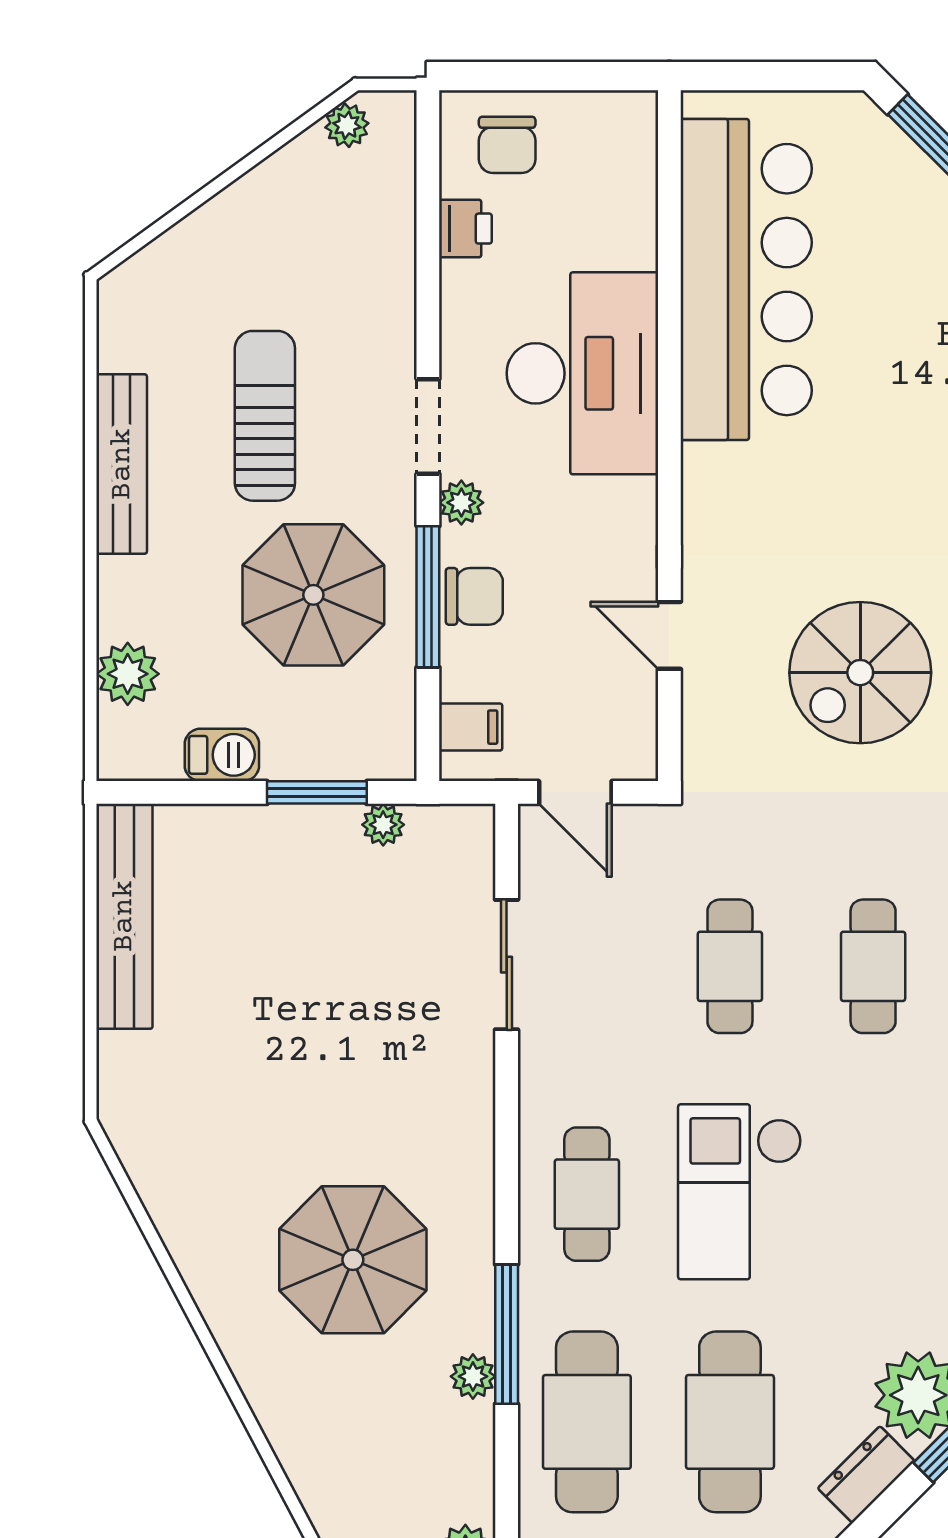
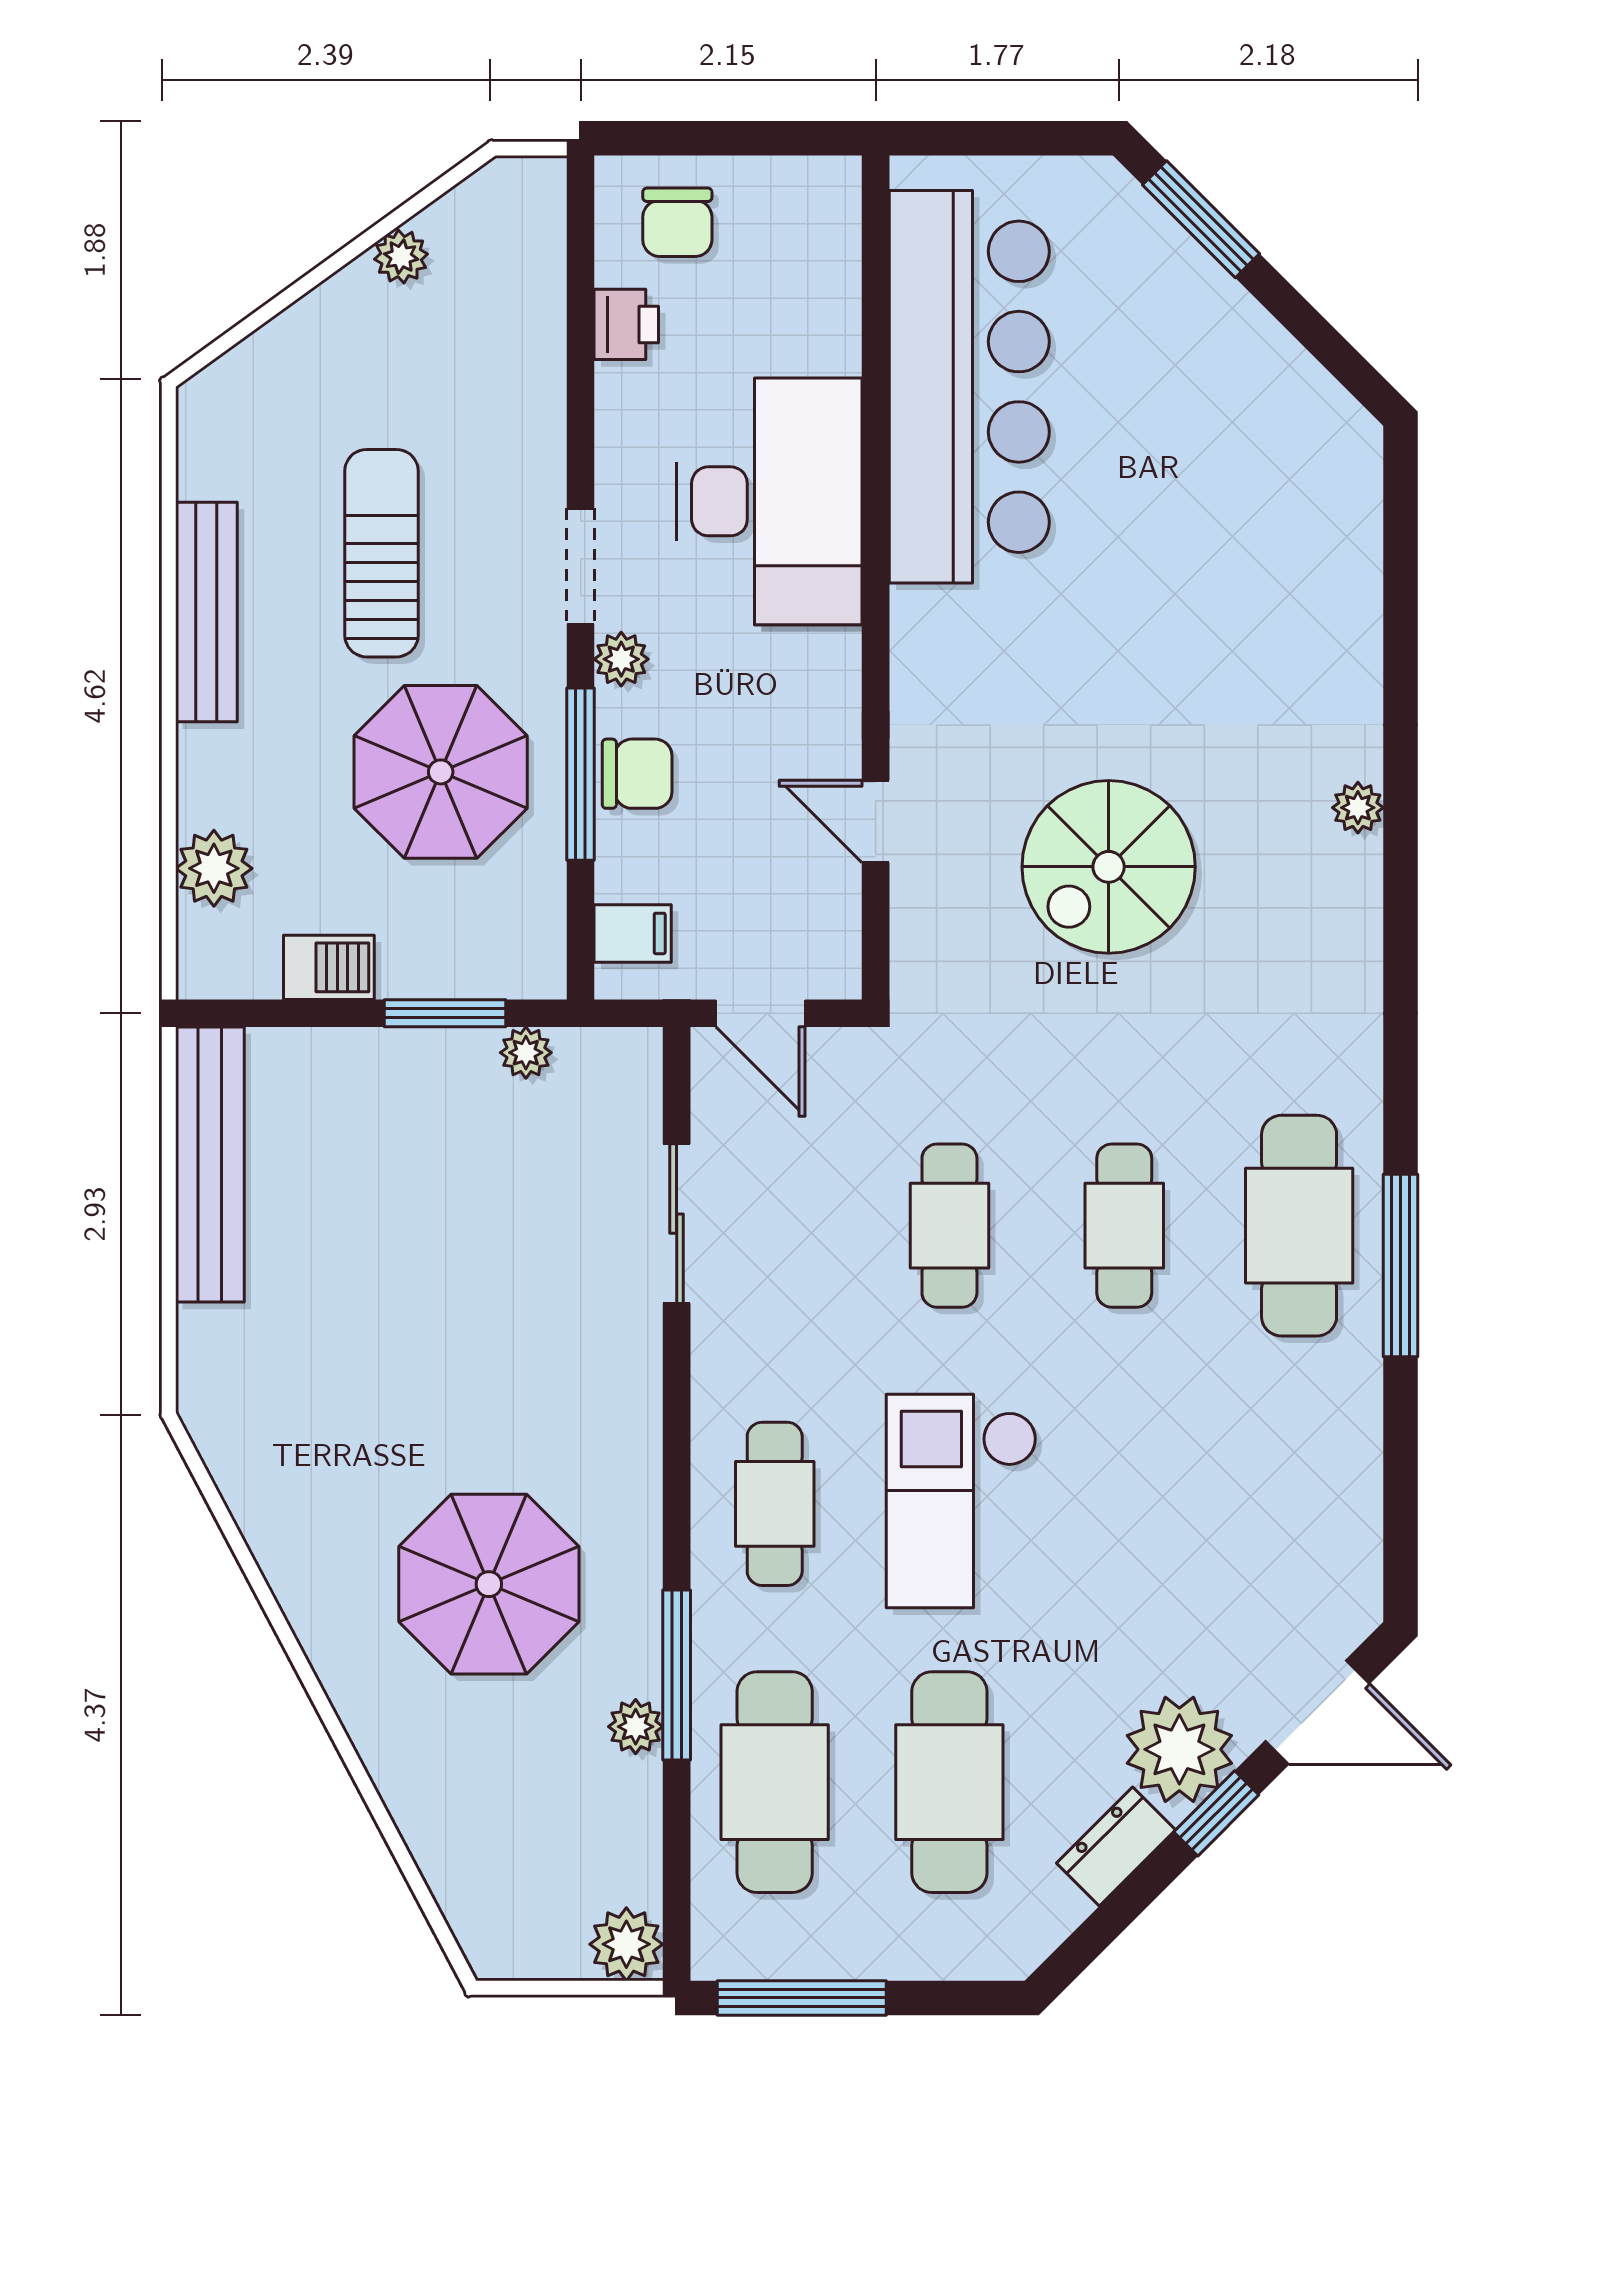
plant: (347, 125) -> (401, 257), moved

